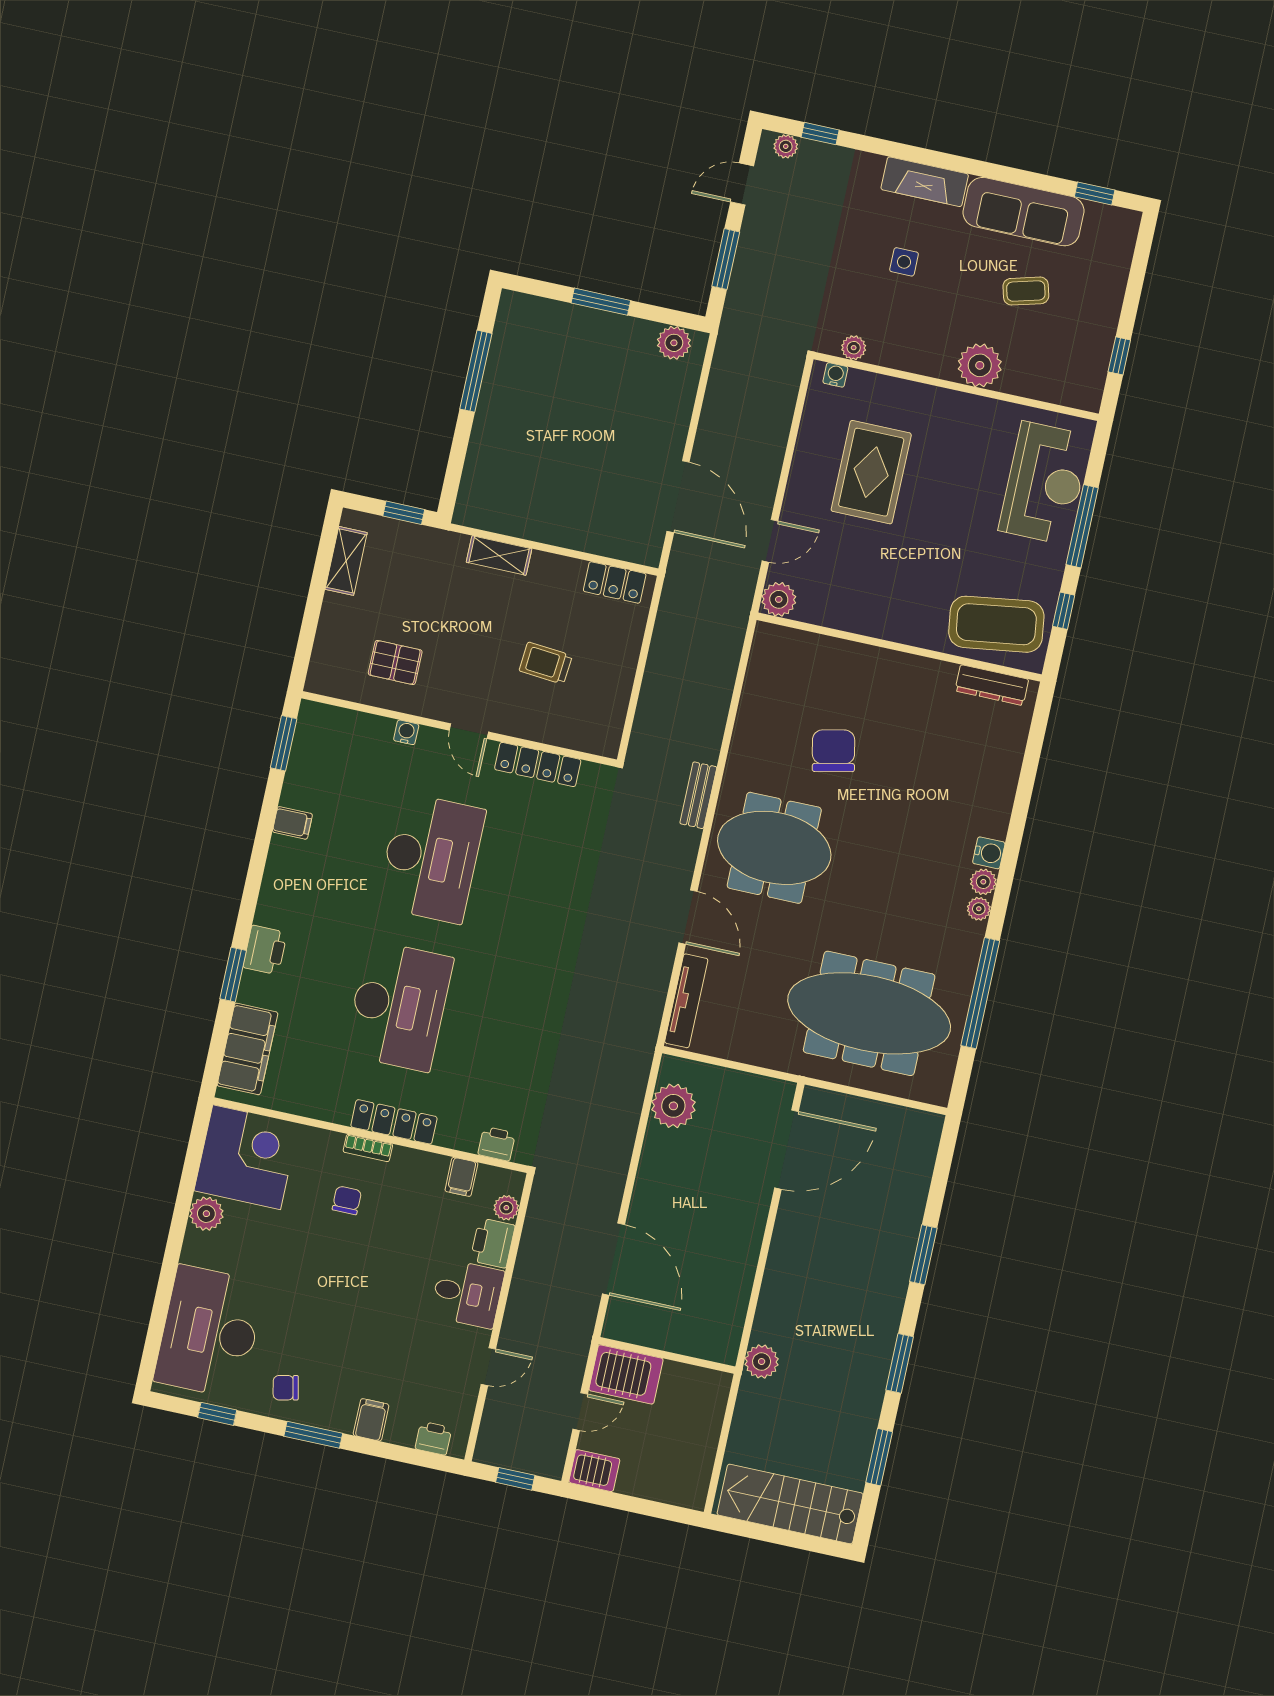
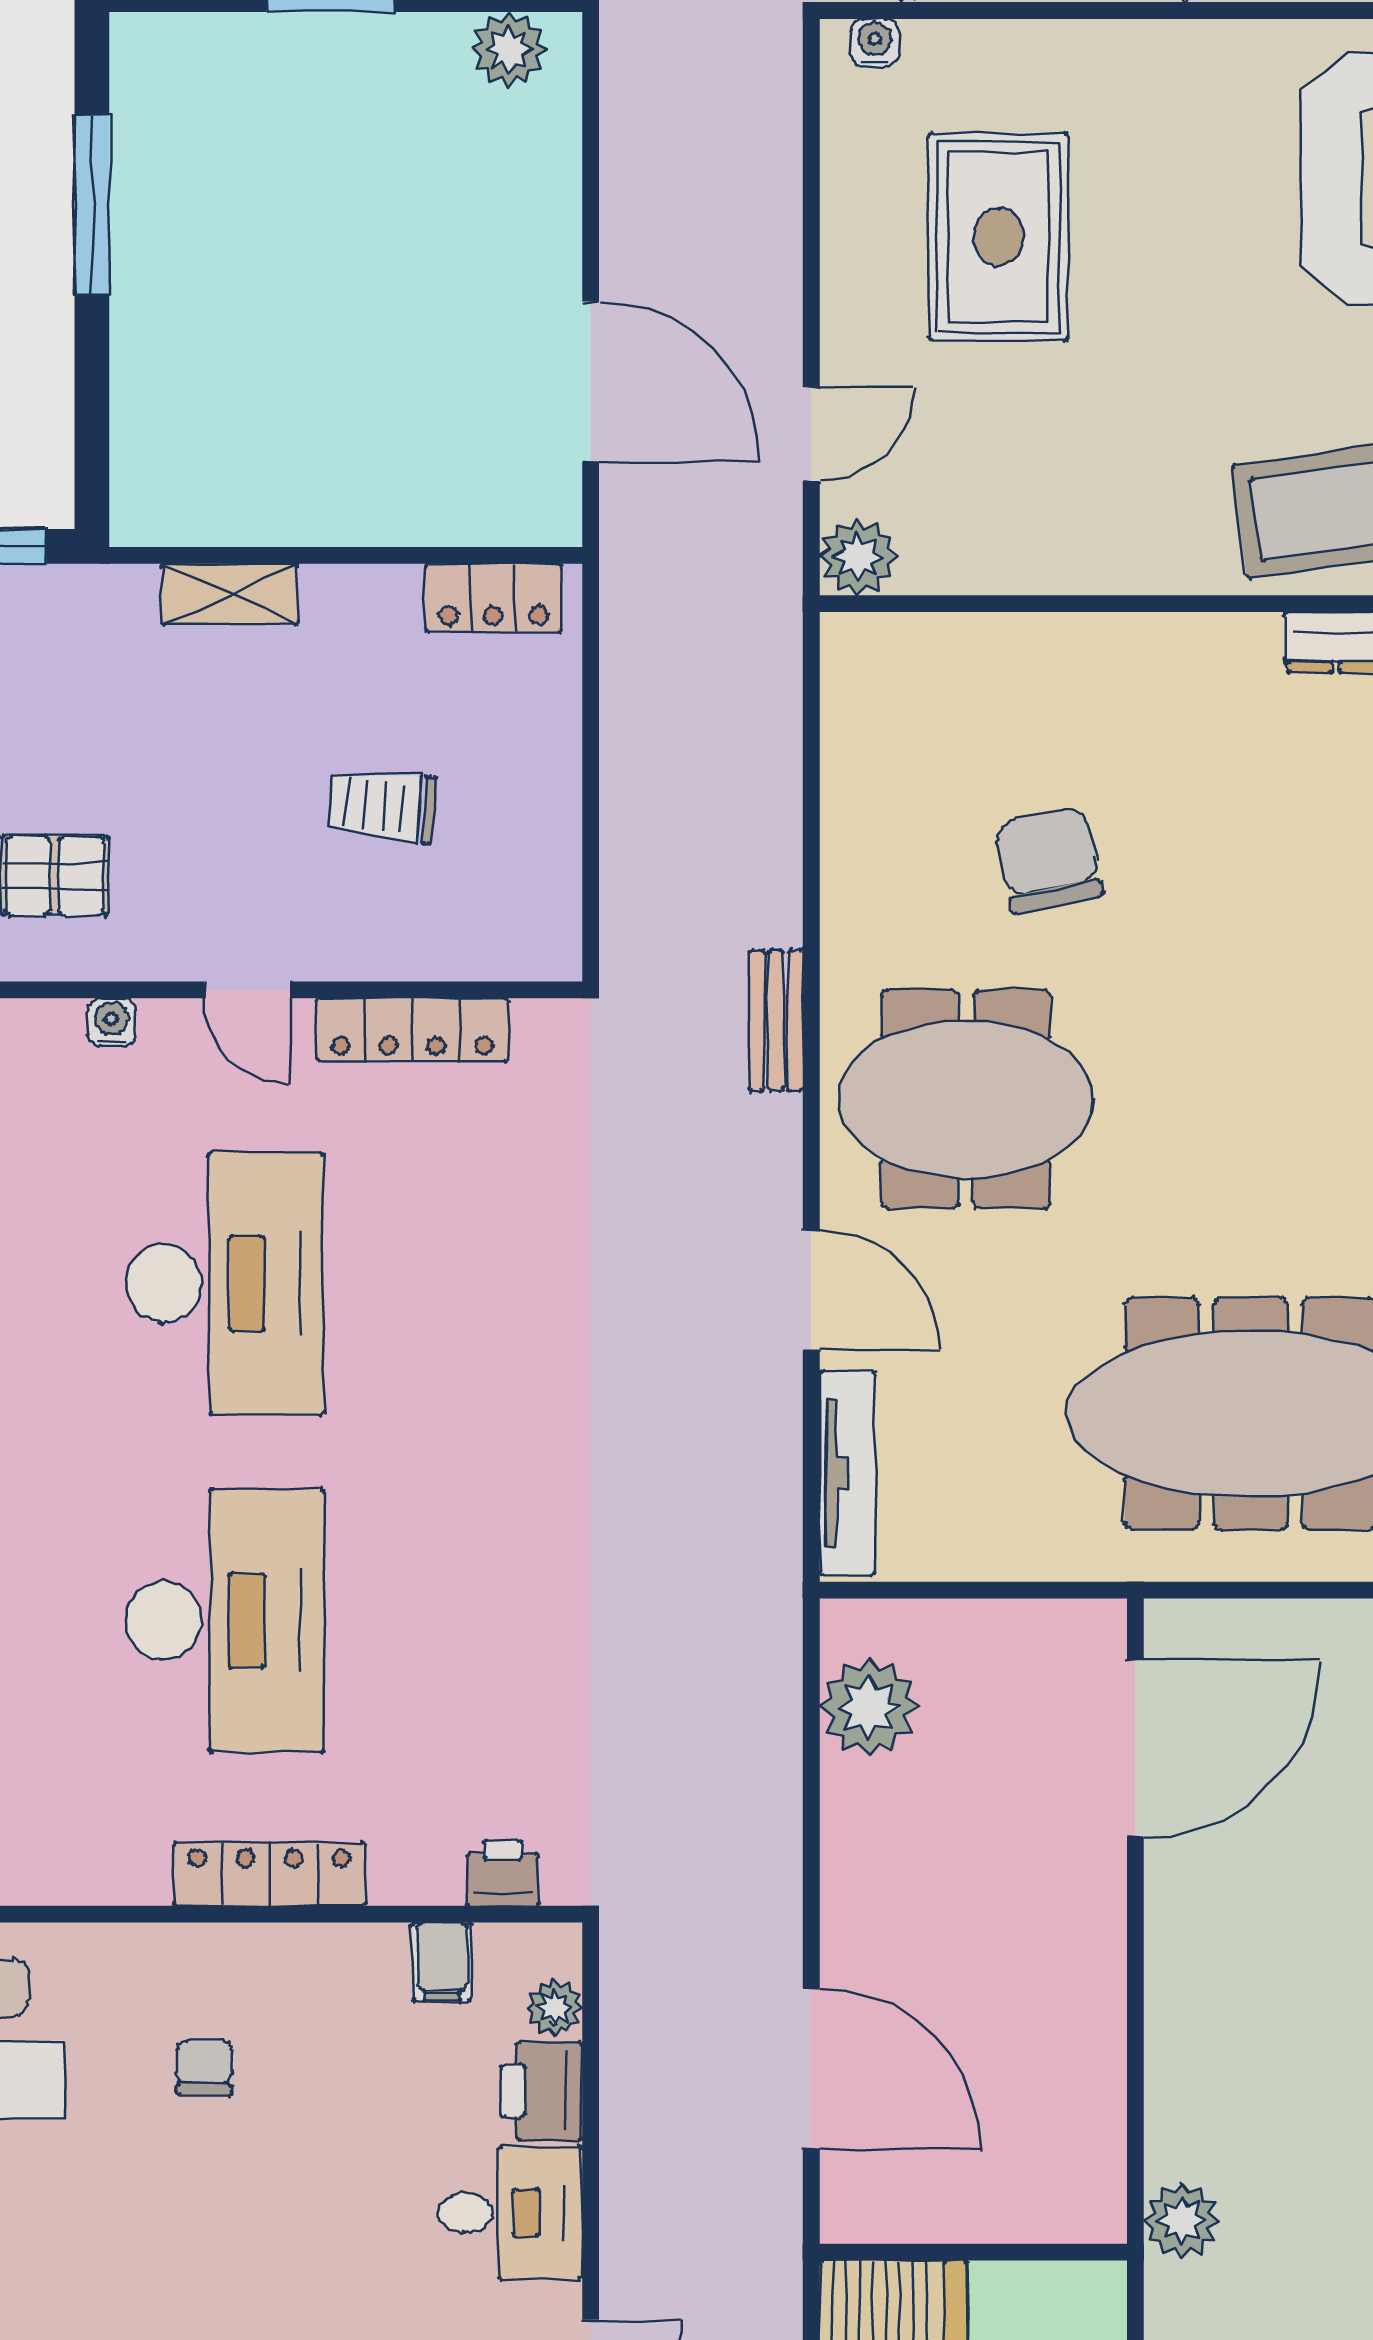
bookcase: (368, 1148) -> (225, 1943), removed

